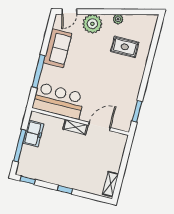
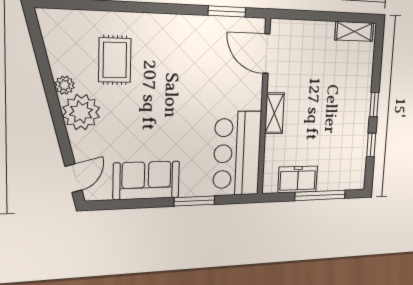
door: (69, 12) -> (73, 178), hinge flipped
plant: (92, 24) -> (81, 112), moved
window: (39, 71) -> (194, 201), width x0.69
door: (99, 126) -> (266, 54), moved
window: (28, 180) -> (371, 145), moved

